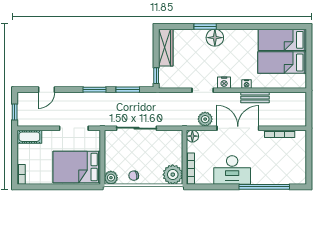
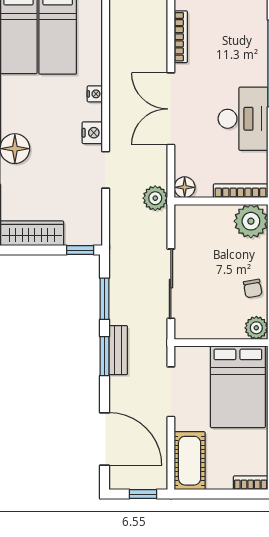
door: (47, 90) -> (104, 439), width x1.88
bench: (255, 98) -> (118, 350), moved
plant: (205, 119) -> (155, 198), moved
cot: (29, 137) -> (190, 461), width x1.37, depth x1.34

